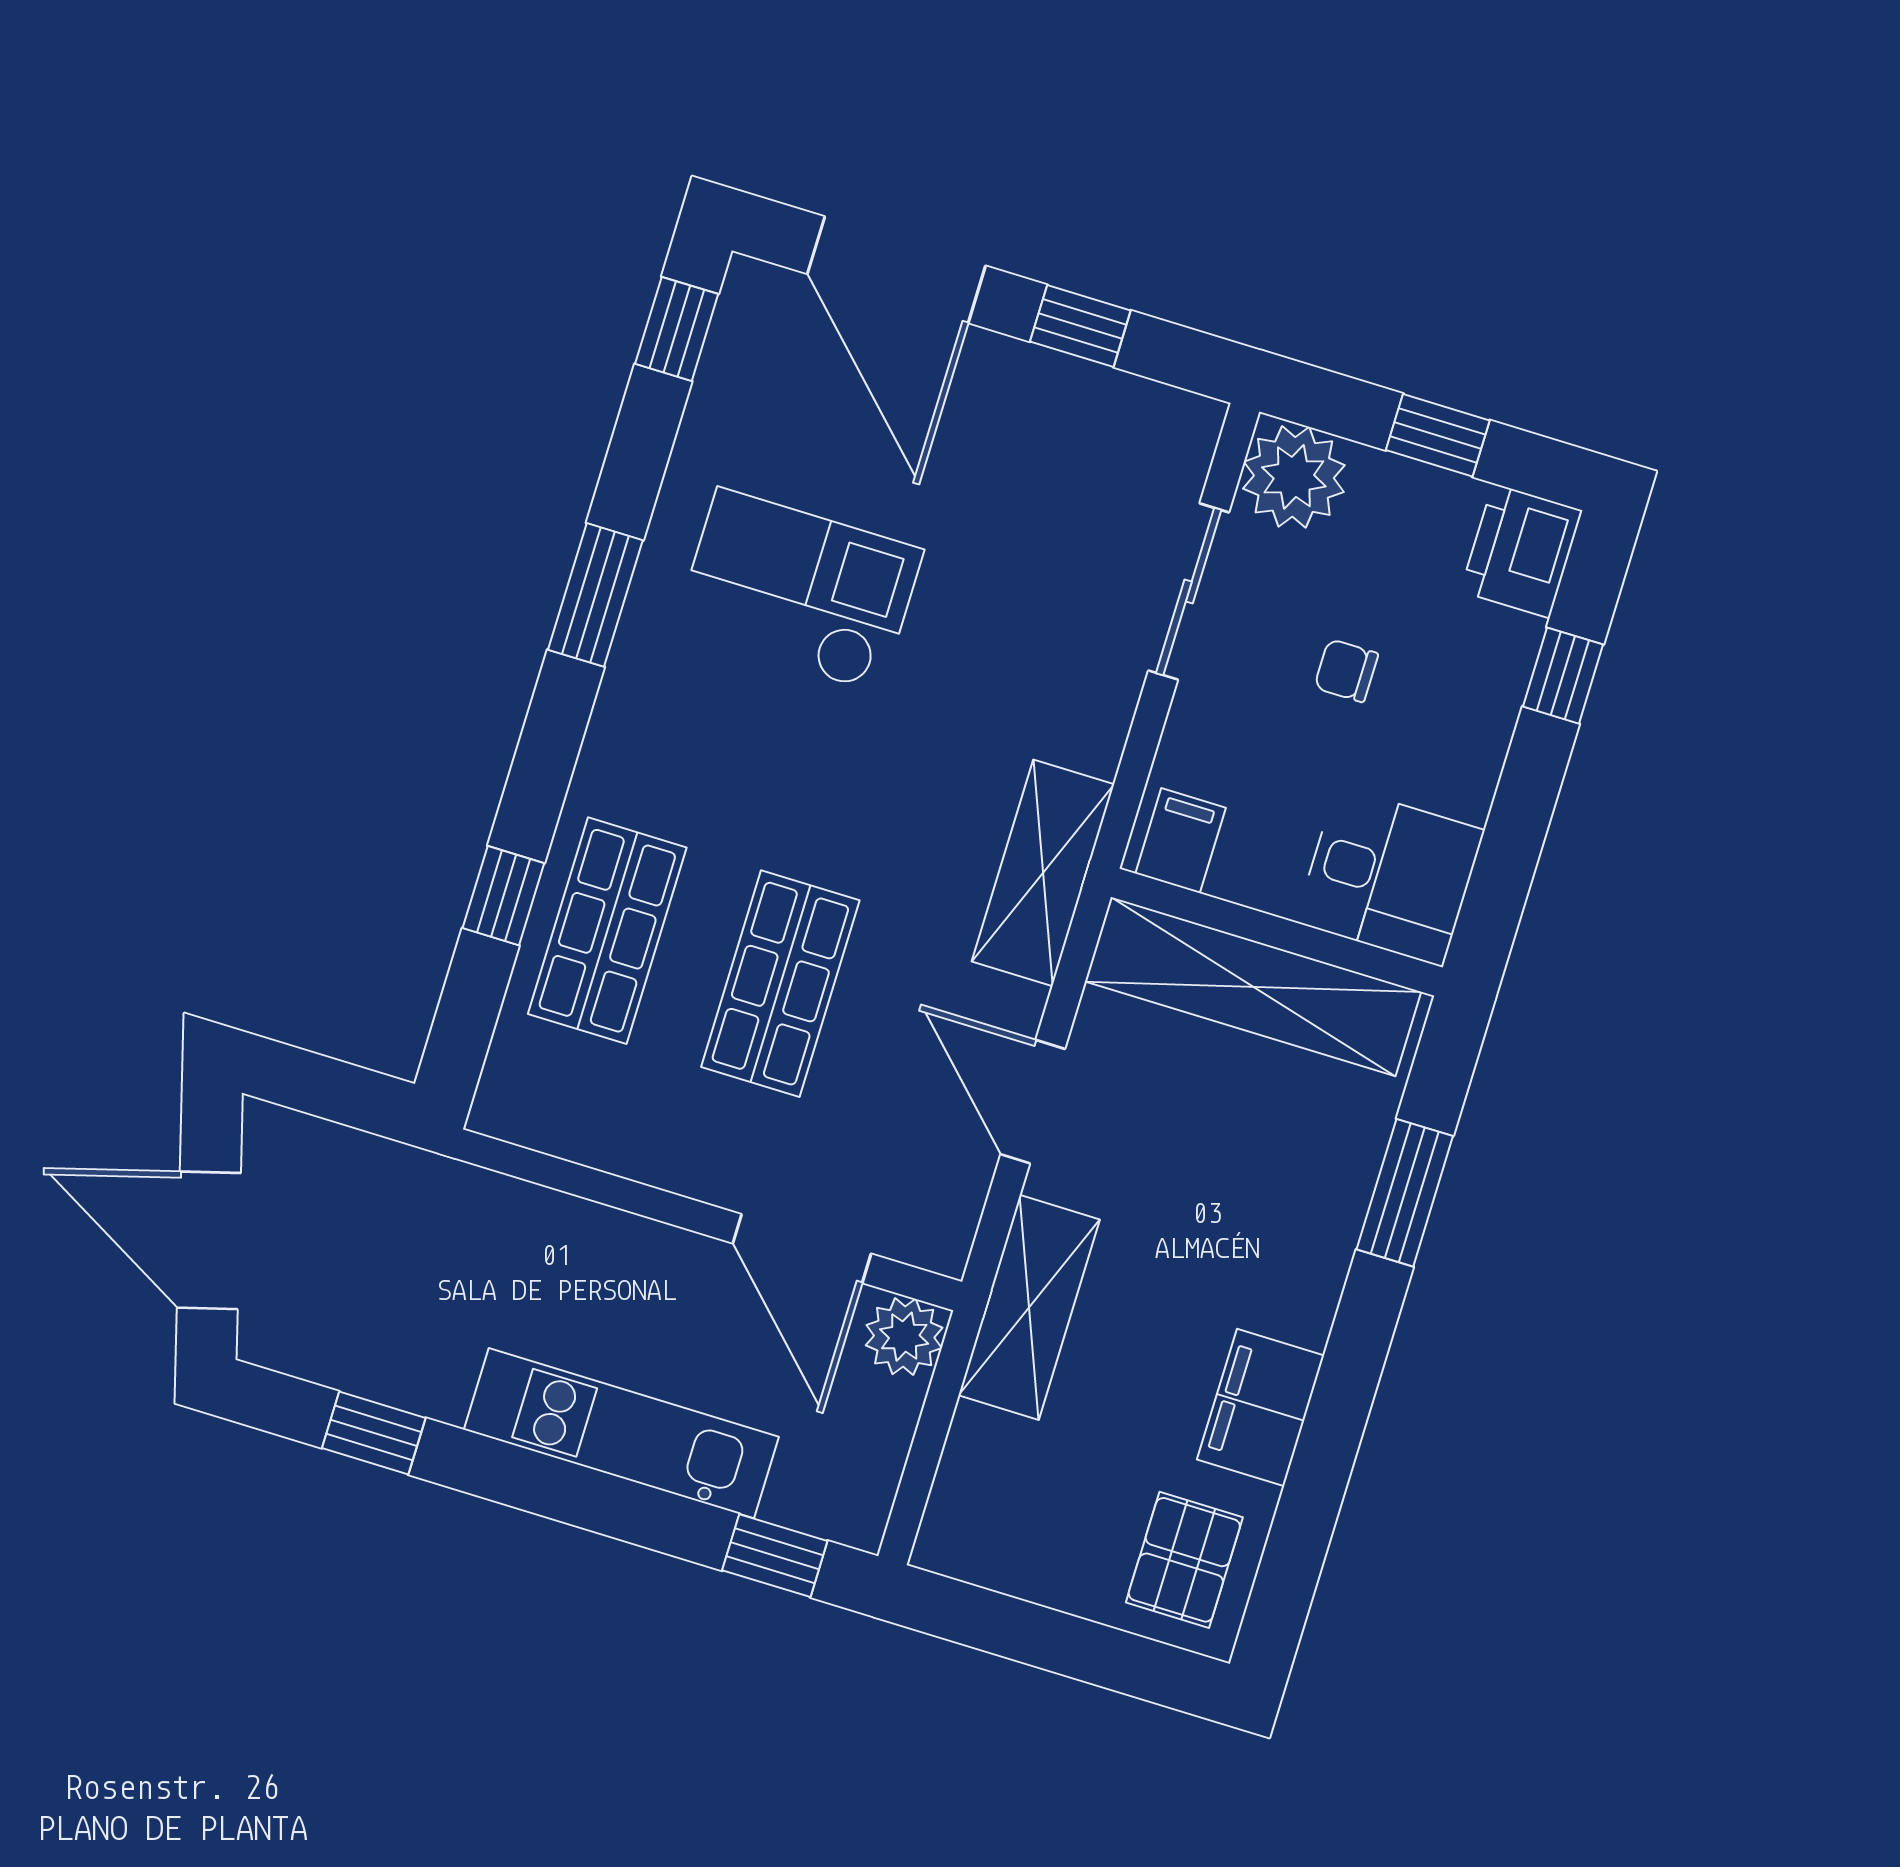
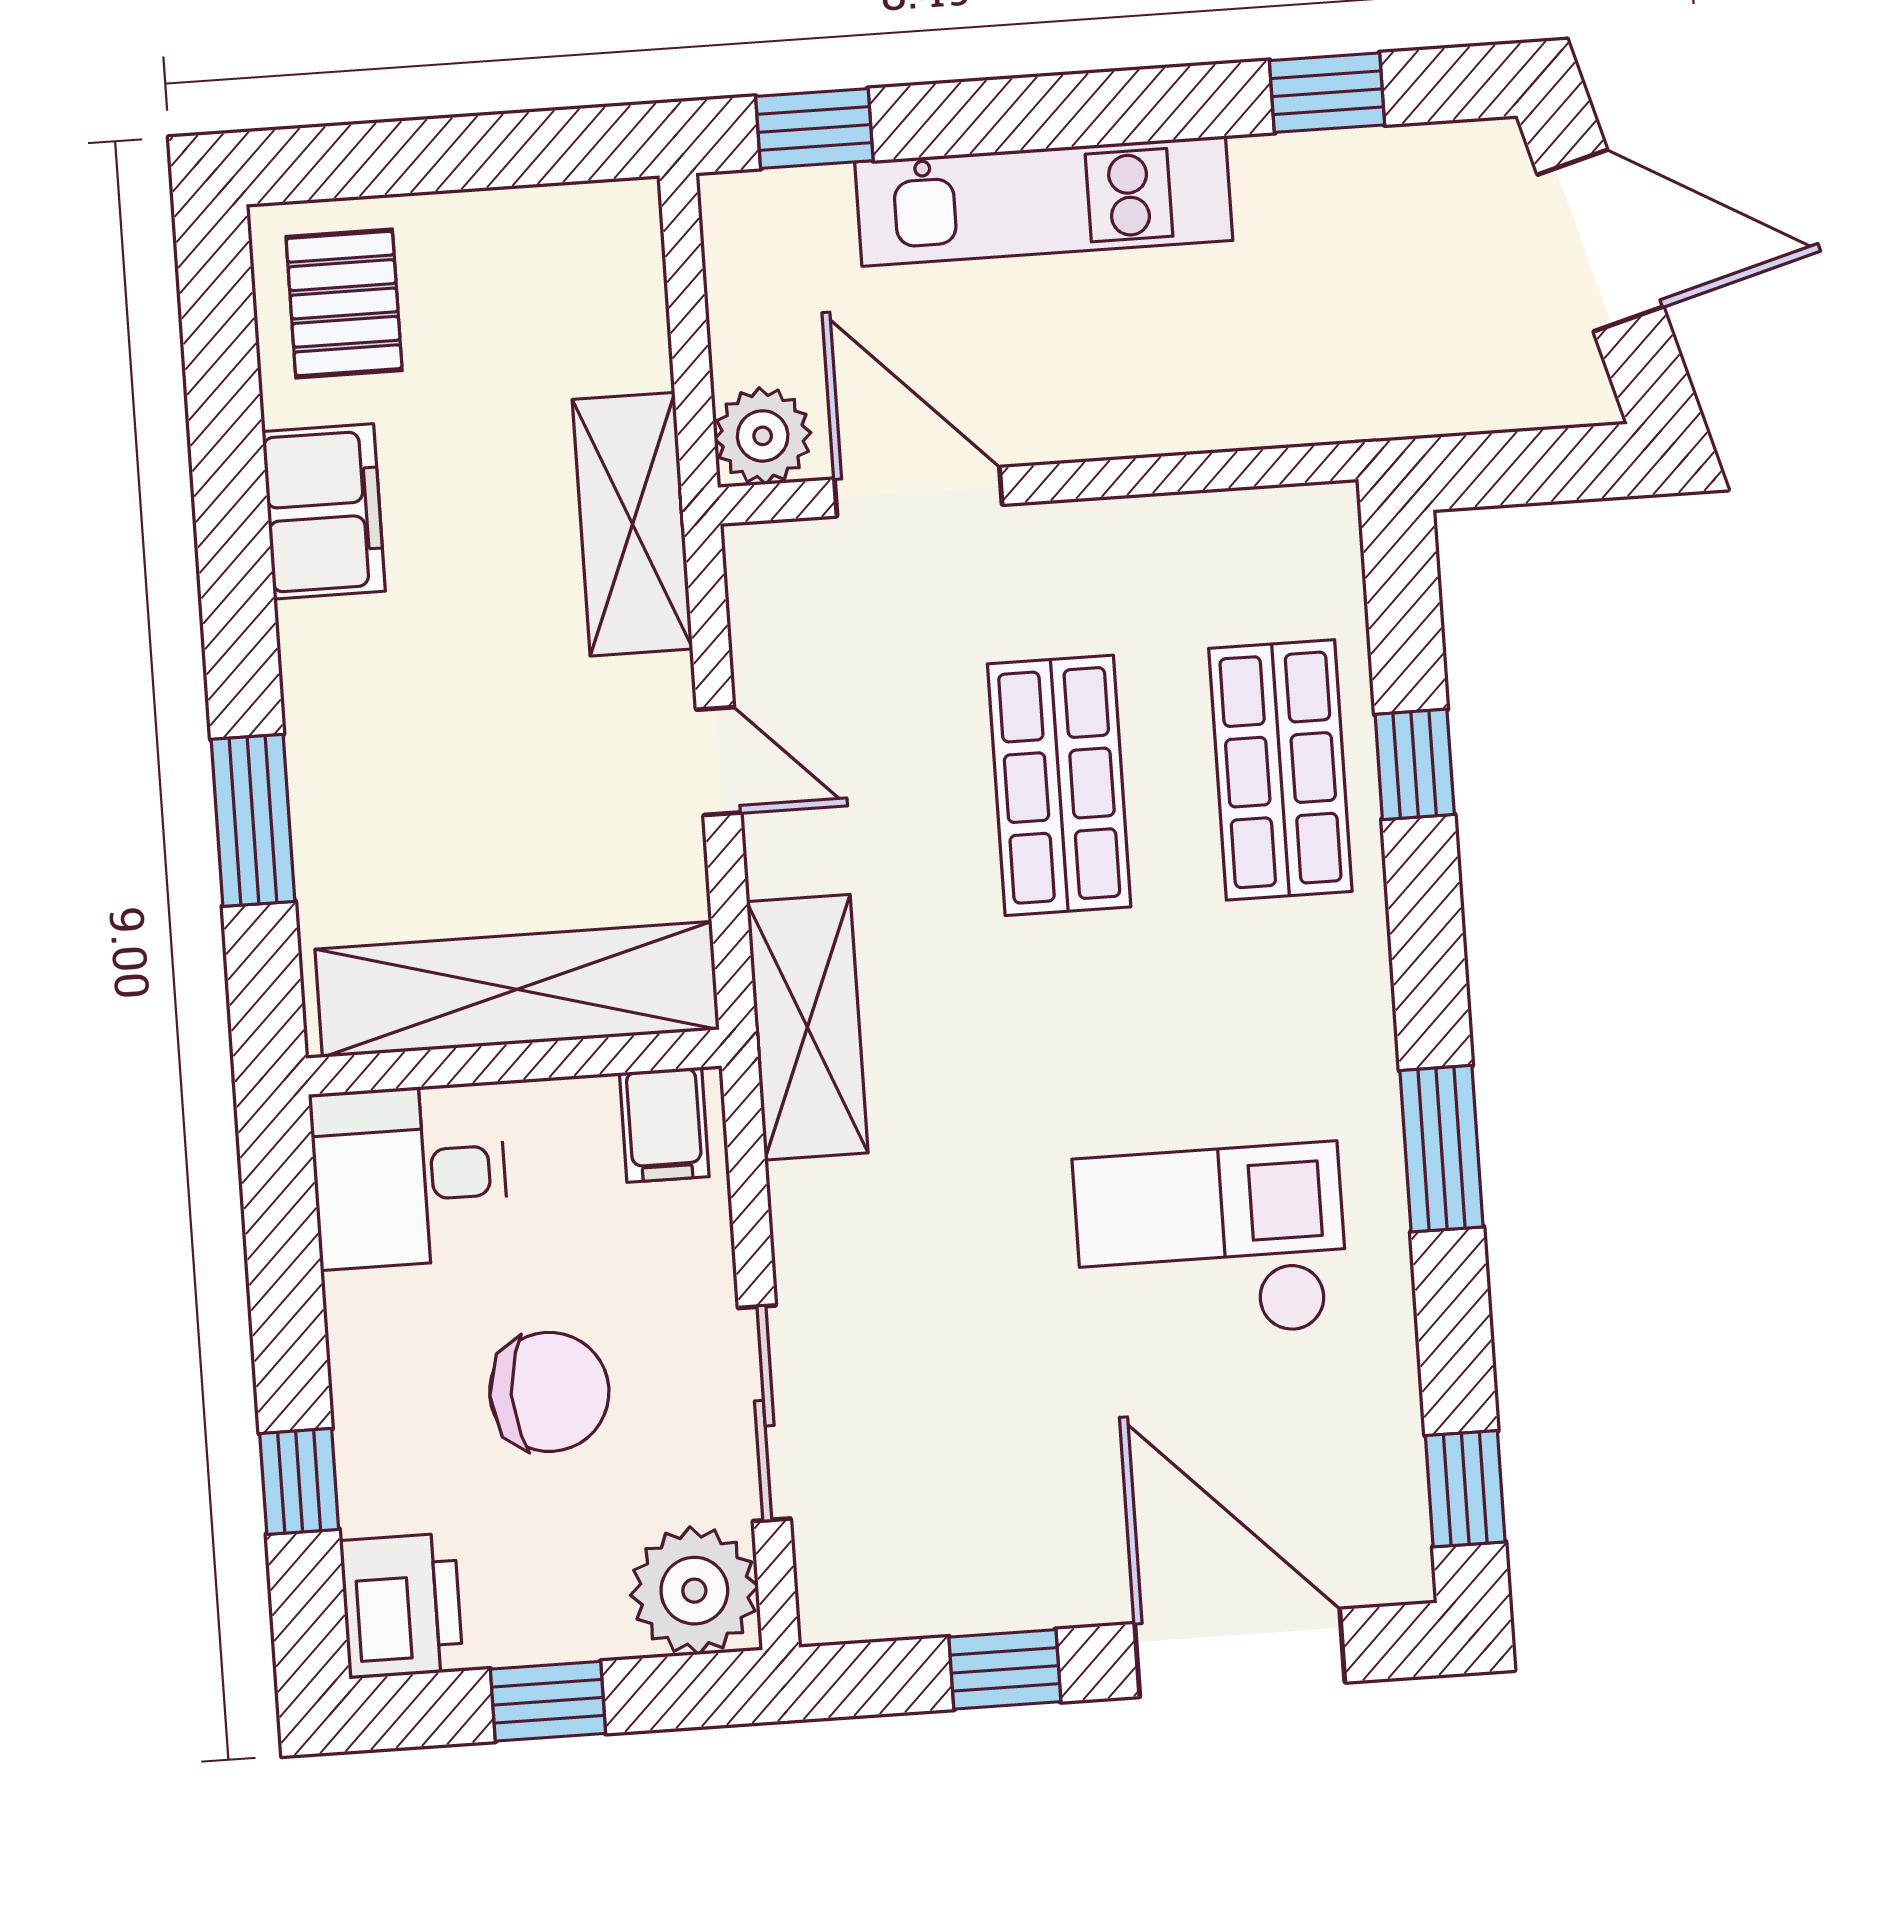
checkout: (799, 590) -> (1211, 1243), turned 180
chair: (1346, 671) -> (549, 1392), width x1.87, depth x1.87
door: (1033, 1102) -> (719, 761), width x0.73

